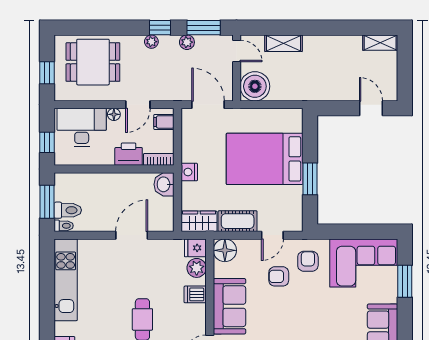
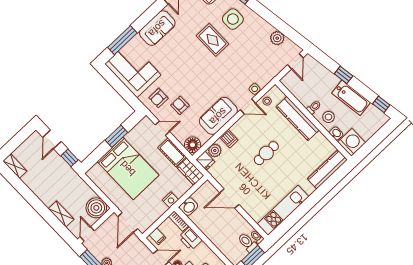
window: (334, 108) -> (70, 158), added
armchair: (279, 276) -> (180, 105), turned 180
window: (405, 281) -> (122, 40), width x1.44

